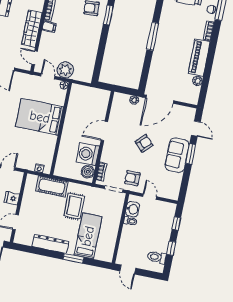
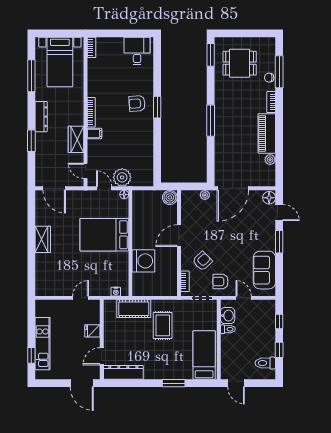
wardrobe: (32, 29) -> (76, 139), width x0.67
floor lamp: (190, 114) -> (269, 198), added
armchair: (144, 143) -> (202, 261), moved
washing machine: (88, 154) -> (143, 261), moved, turned 180
sofa: (177, 155) -> (264, 270), moved
boiler: (88, 172) -> (170, 197), moved
bed: (88, 236) -> (204, 355), moved
dresser: (50, 244) -> (123, 372), moved

